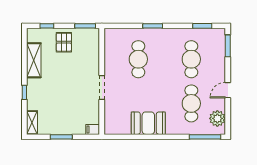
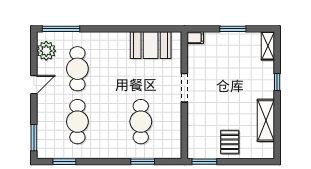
window: (47, 26) -> (250, 162), removed
window: (153, 26) -> (143, 162), moved
booth: (148, 123) -> (151, 45), moved

